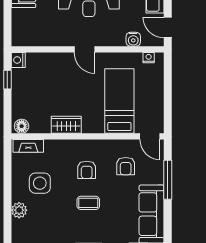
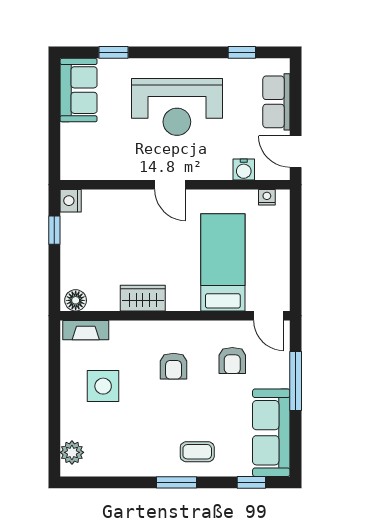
coffee table: (88, 203) -> (197, 452), moved
plant: (19, 210) -> (72, 452), moved

